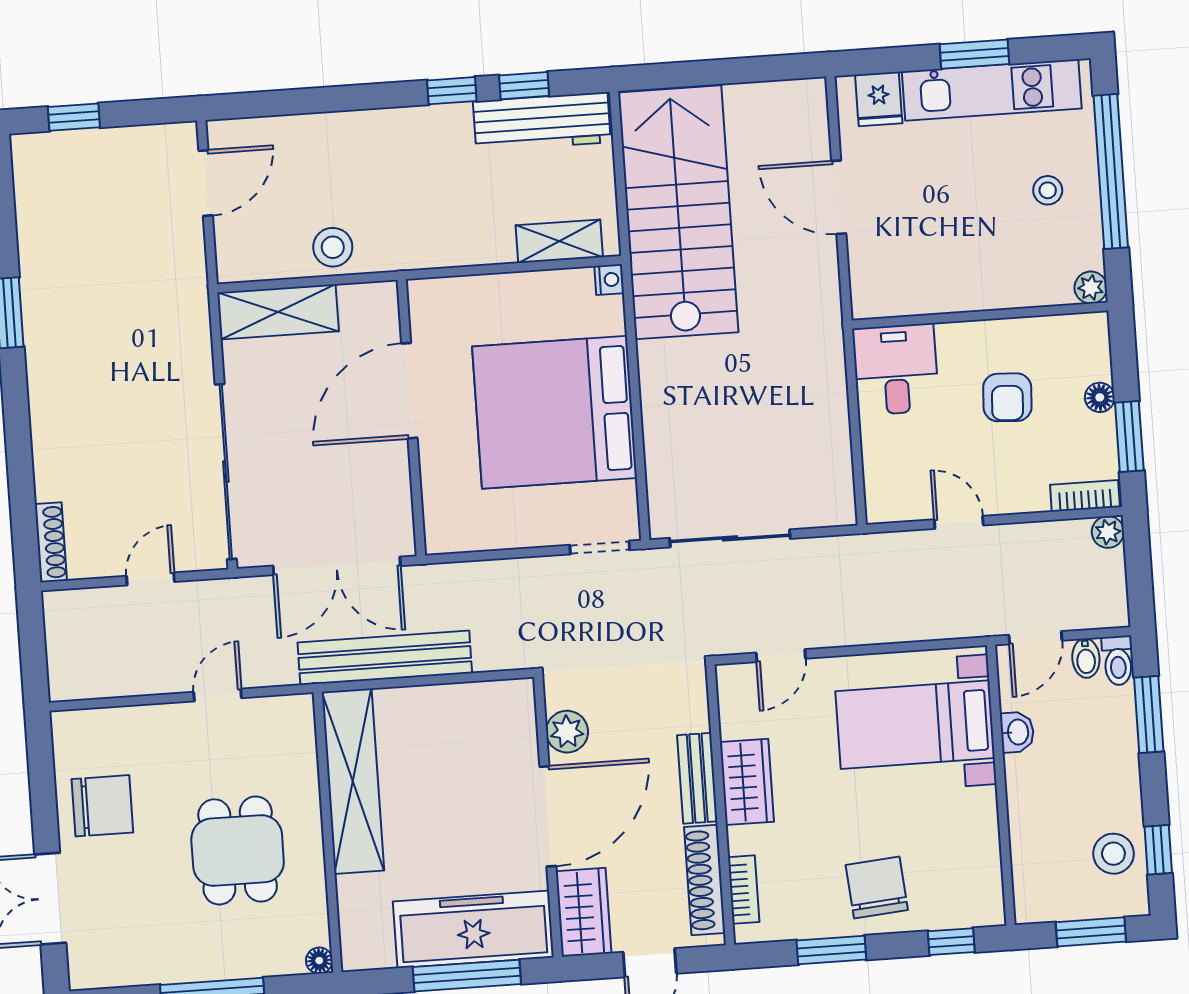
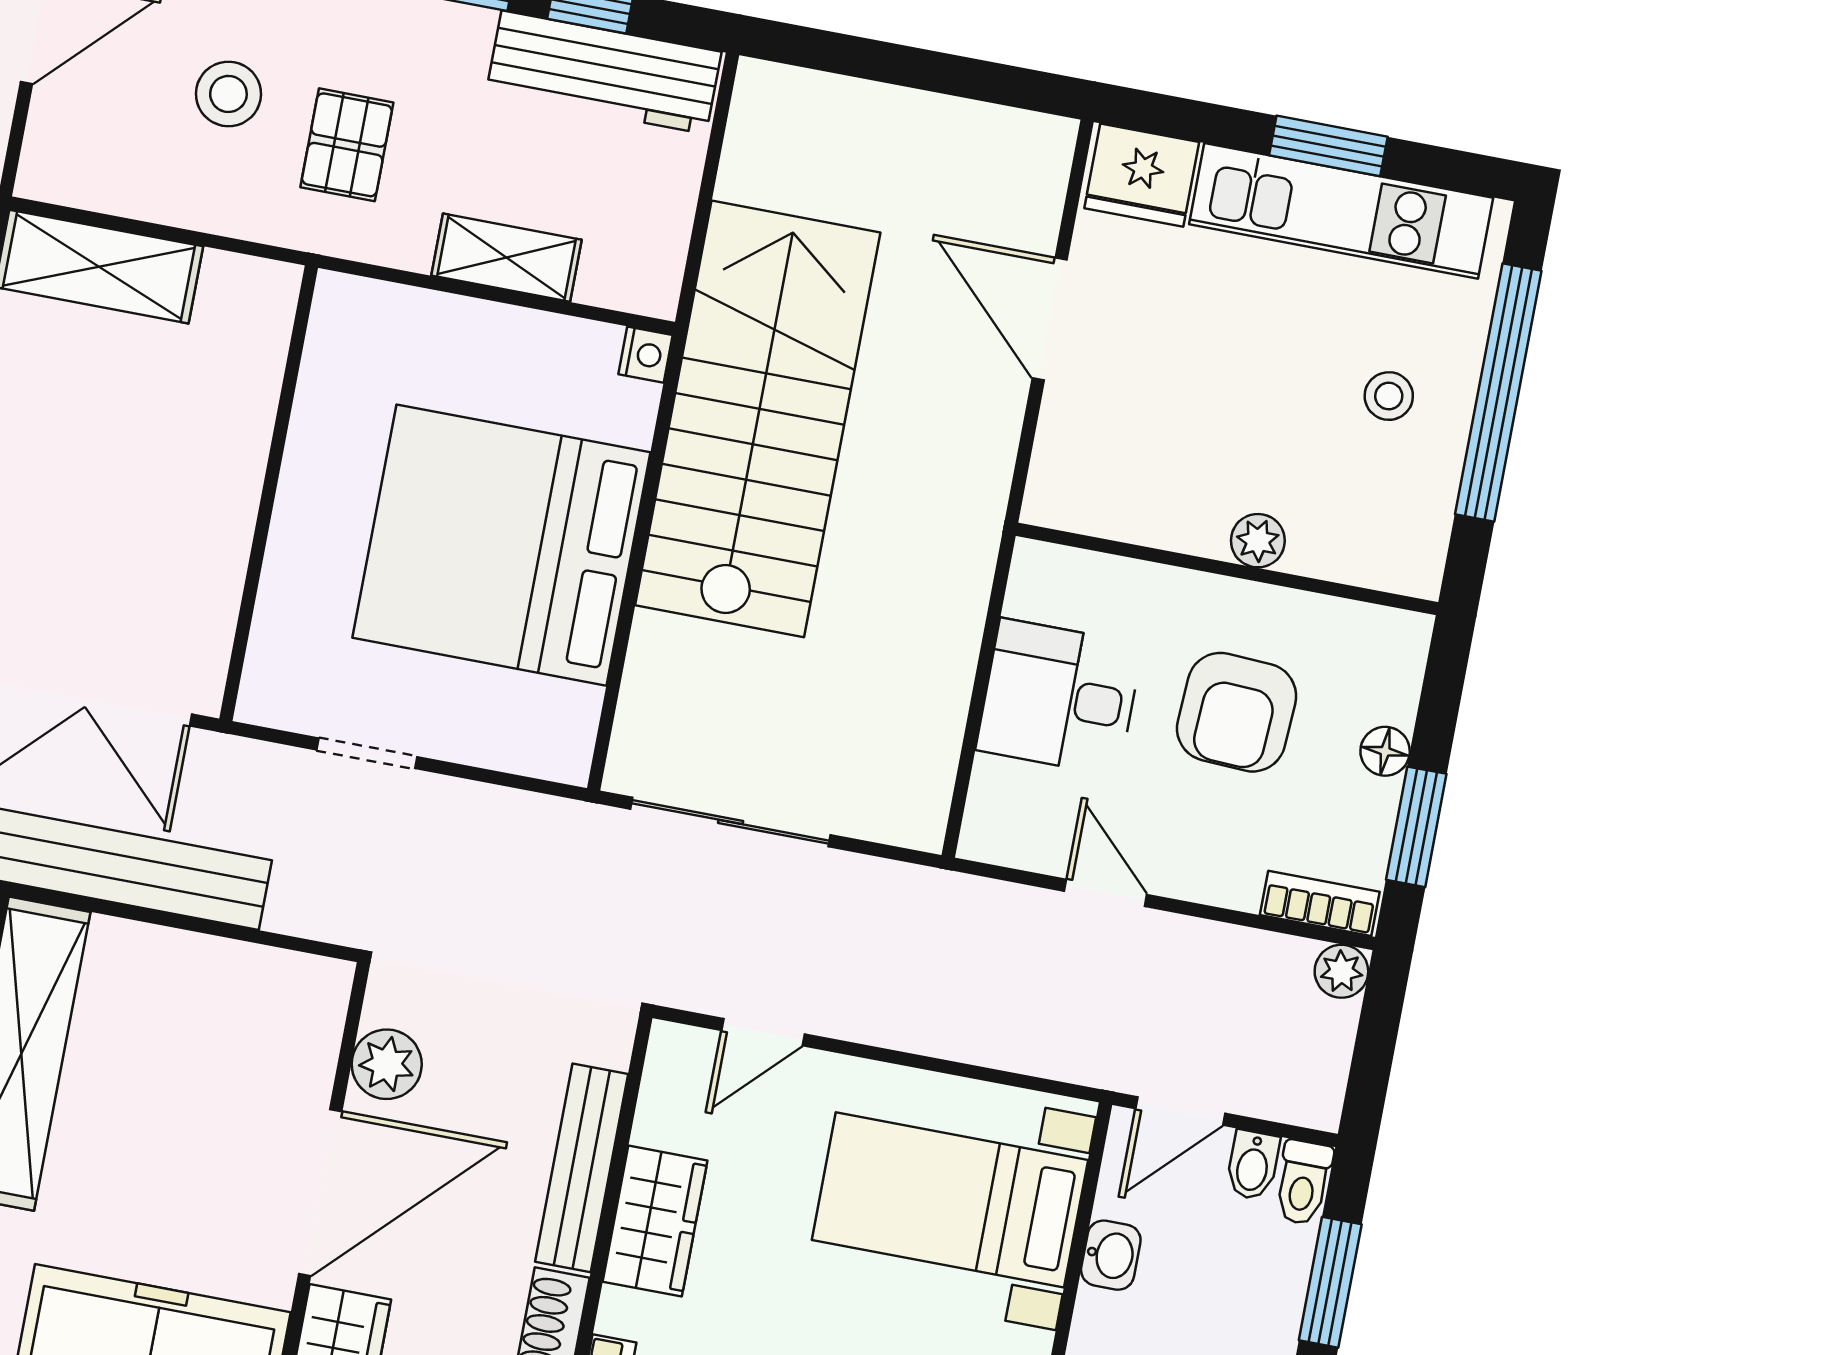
fridge: (879, 99) -> (1142, 175), width x1.38
pallet: (404, 203) -> (347, 145), added
stairs: (678, 212) -> (758, 419), moved
shelving: (559, 241) -> (507, 258), moved
stool: (333, 247) -> (228, 94), moved
plant: (1091, 288) -> (1258, 541), moved
desk: (896, 369) -> (1059, 697), moved, turned -90
door: (409, 391) -> (277, 449), removed
armchair: (1007, 397) -> (1237, 712), width x1.38, depth x1.38
doorway: (600, 547) -> (367, 753), moved
bench: (697, 778) -> (582, 1168), width x1.36

